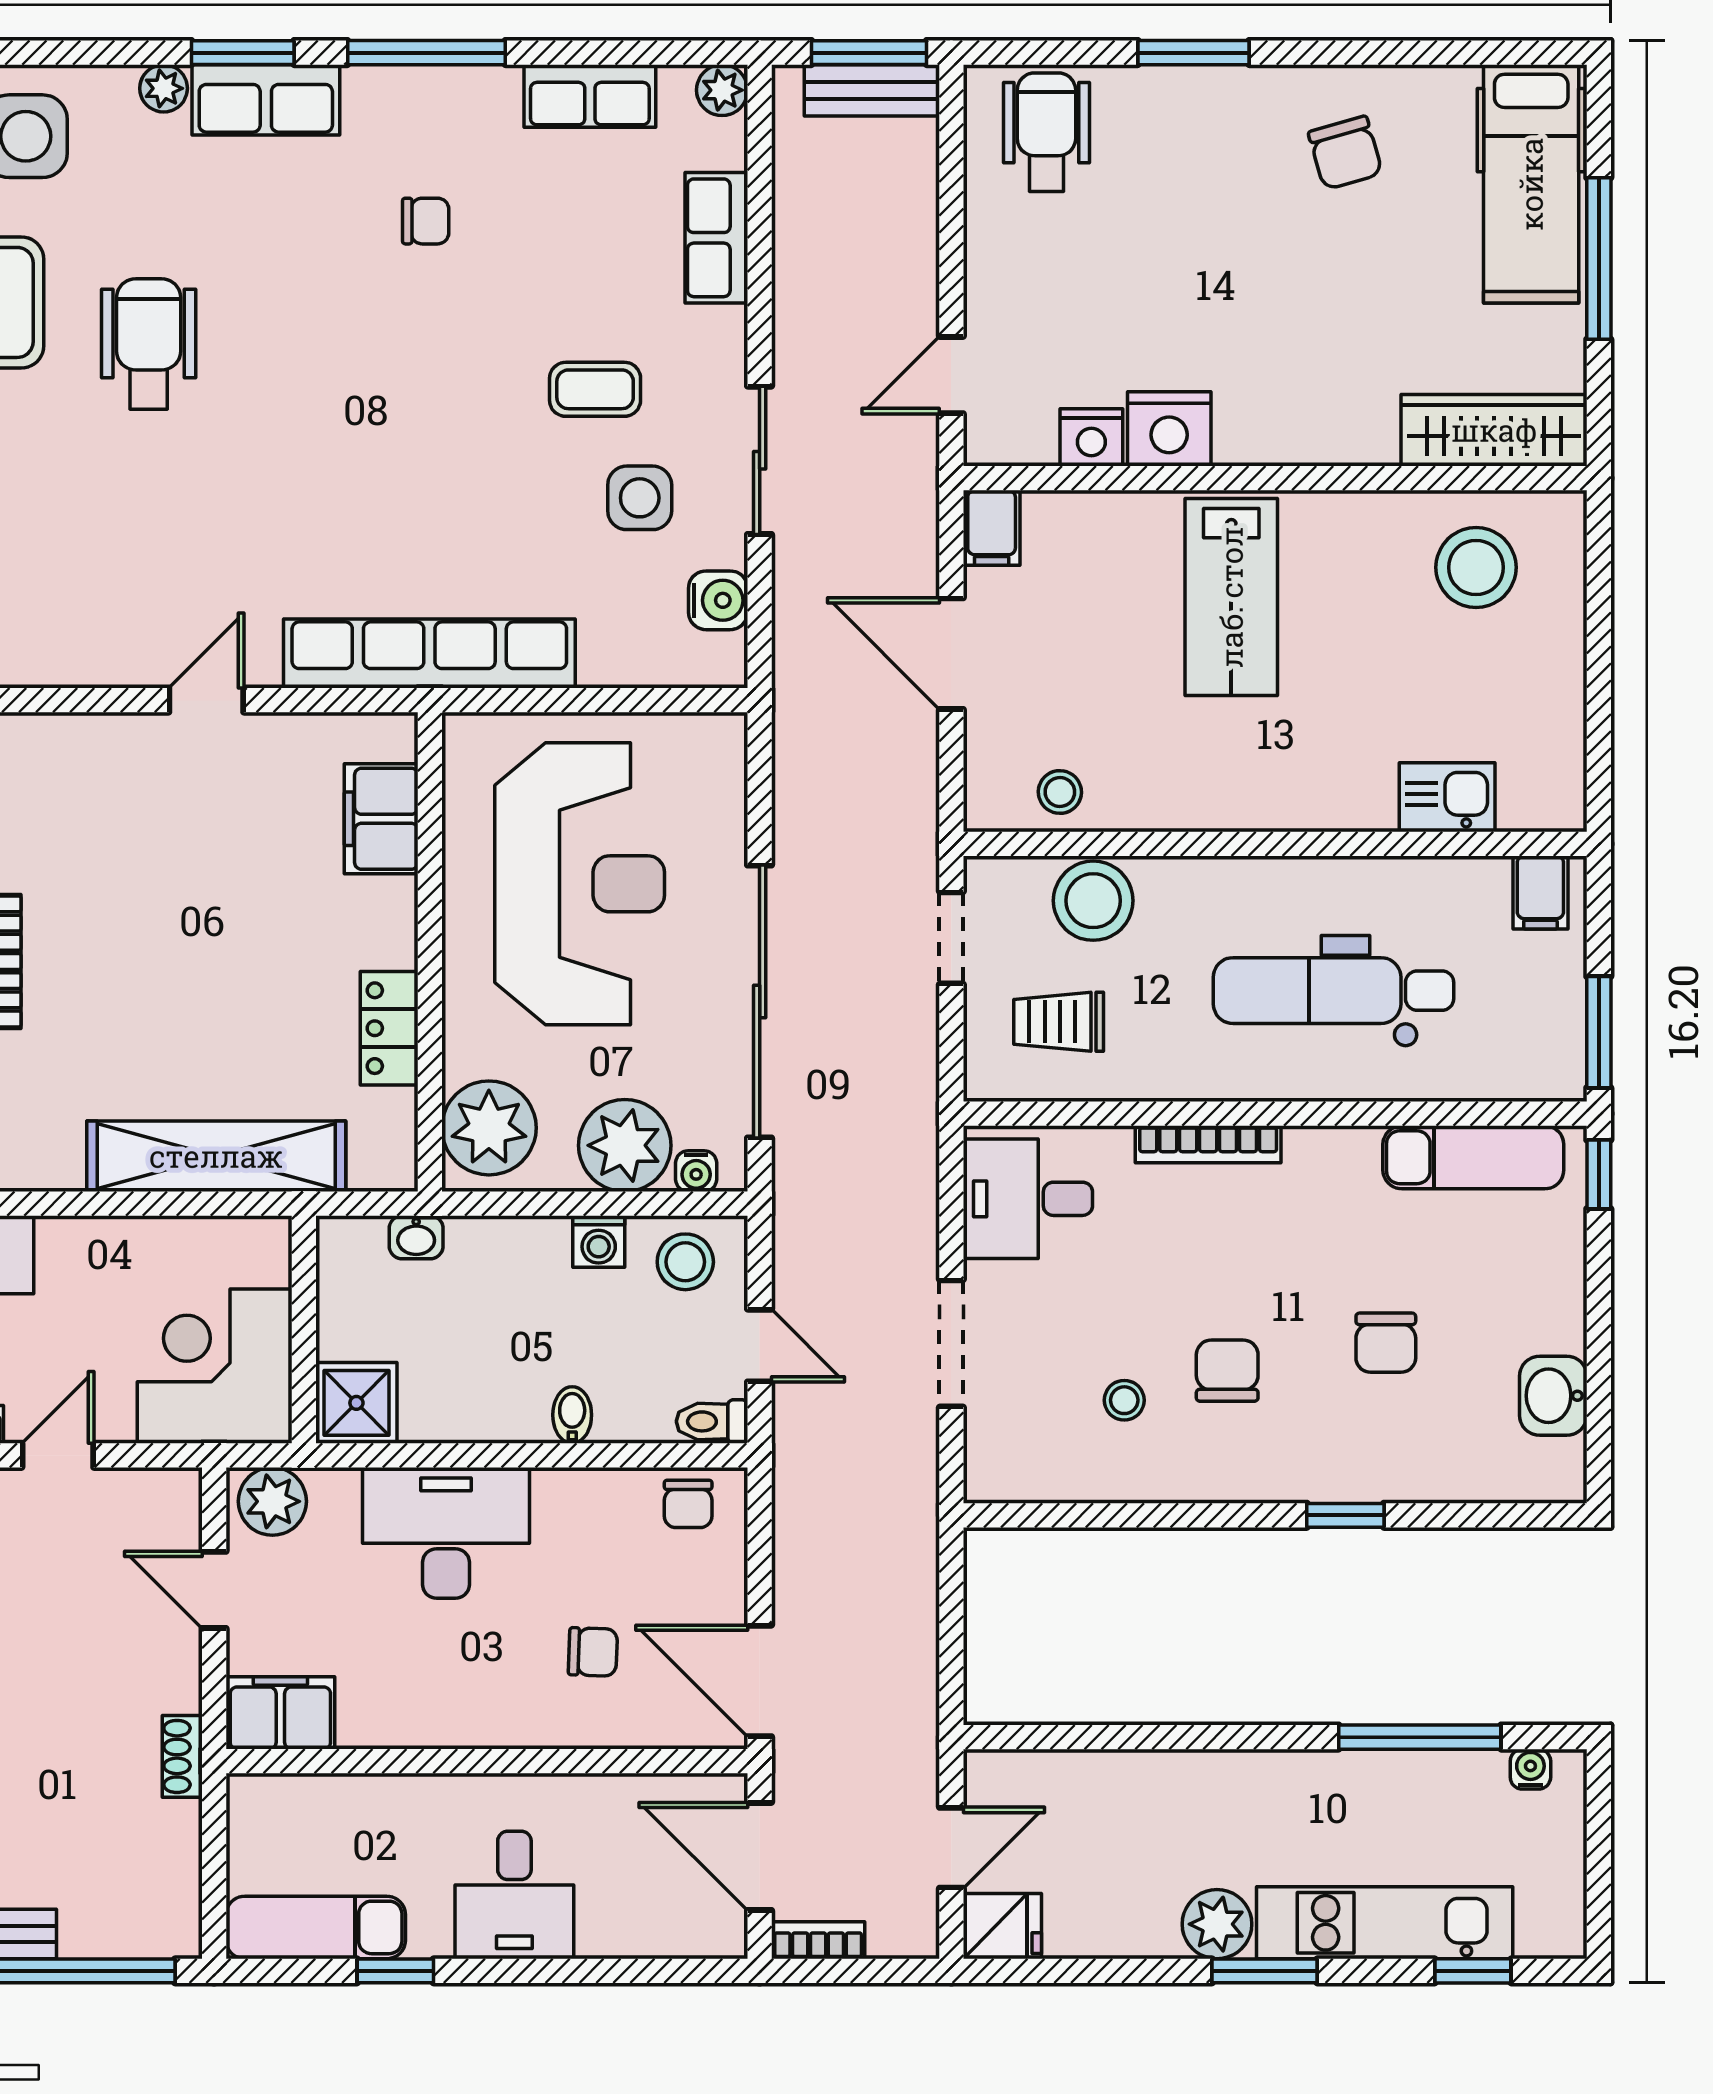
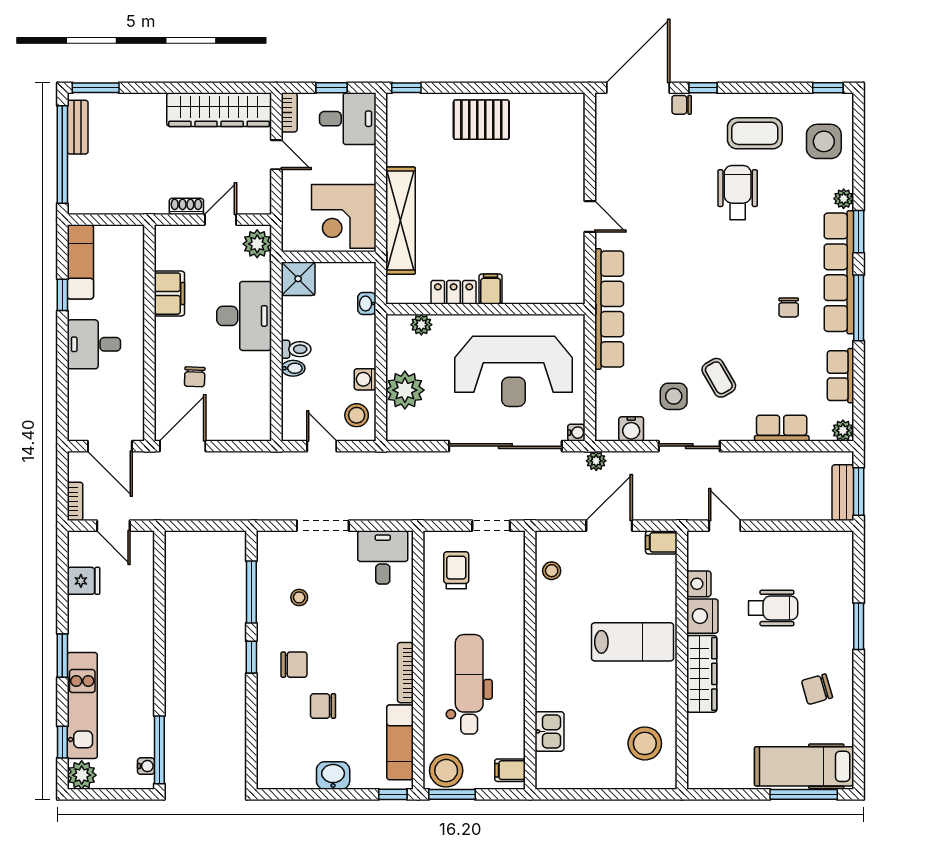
row of seats: (266, 100) -> (839, 272), width x2.02
wheelchair: (1046, 132) -> (773, 608), moved
window: (1599, 259) -> (804, 794), moved
wheelchair: (149, 344) -> (738, 192), turned -90
coffee table: (595, 389) -> (719, 378), turned -30
wardrobe: (1494, 430) -> (702, 674), moved
lab bench: (1231, 597) -> (633, 642), turned 180
plant: (795, 685) -> (596, 461), added
filing cabinet: (381, 819) -> (491, 289), moved, width x0.50
stool: (1093, 901) -> (446, 771), moved
sliding door: (760, 1001) -> (505, 446), moved
plant: (489, 1128) -> (421, 325), width x0.53, depth x0.53
bookcase: (1208, 1144) -> (405, 673), moved
water cooler: (696, 1171) -> (576, 433), moved, turned 180
door: (760, 1346) -> (322, 446), swing flipped
corner desk: (215, 1366) -> (344, 216), moved, turned 180
chair: (1227, 1371) -> (294, 665), moved
washbasin: (1553, 1396) -> (333, 775), moved
toilet: (712, 1421) -> (296, 349), moved, turned 90
chair: (688, 1504) -> (256, 416), removed
window: (1111, 1515) -> (251, 592), added
window: (1345, 1515) -> (251, 657), moved
filing cabinet: (280, 1713) -> (169, 294), moved
window: (1420, 1737) -> (159, 750), moved
shoe rack: (182, 1756) -> (186, 206), moved
door: (760, 1856) -> (110, 446), swing flipped
plant: (1217, 1924) -> (82, 775), moved
fridge: (1002, 1926) -> (83, 581), moved, turned -90
bookcase: (818, 1940) -> (75, 501), moved

